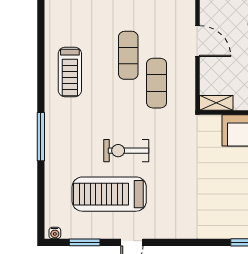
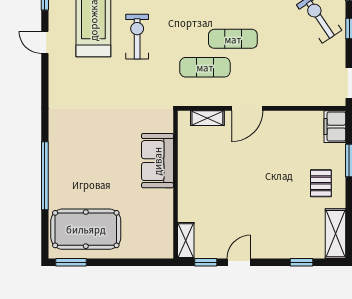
shelving: (216, 103) -> (207, 118), moved, turned 90

